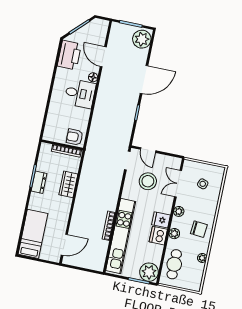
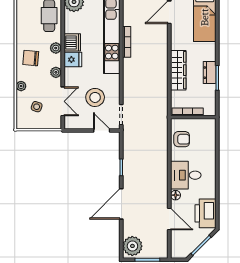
armchair: (75, 137) -> (182, 139), moved
wardrobe: (68, 184) -> (178, 70), width x1.50
plant: (202, 258) -> (21, 86), moved

